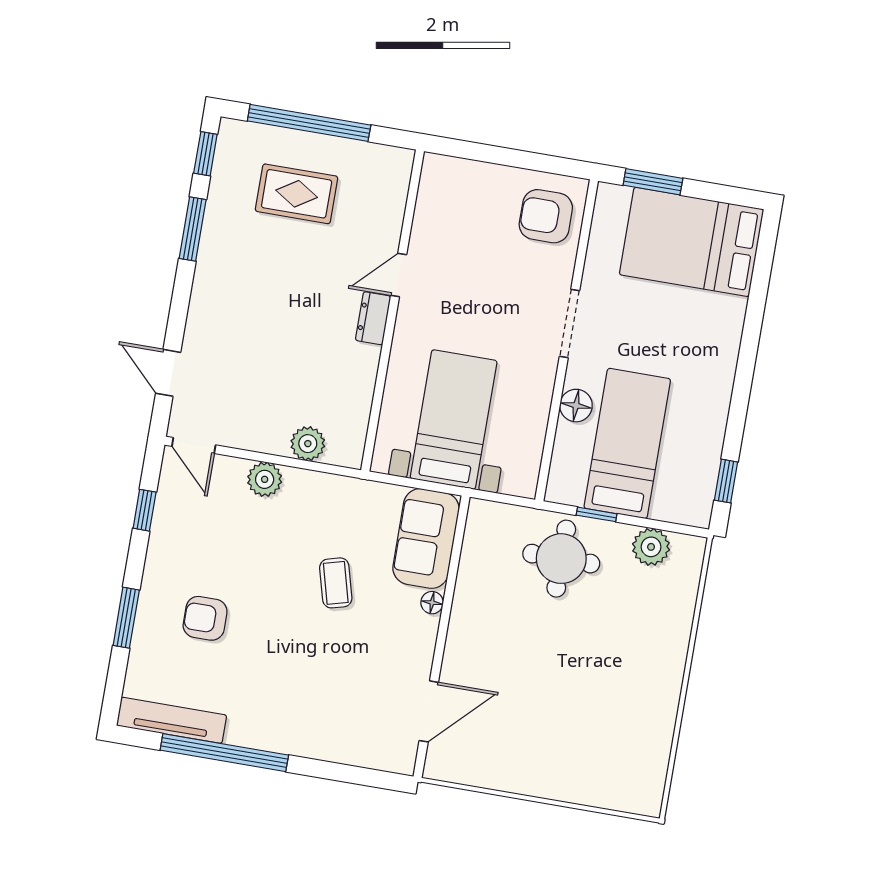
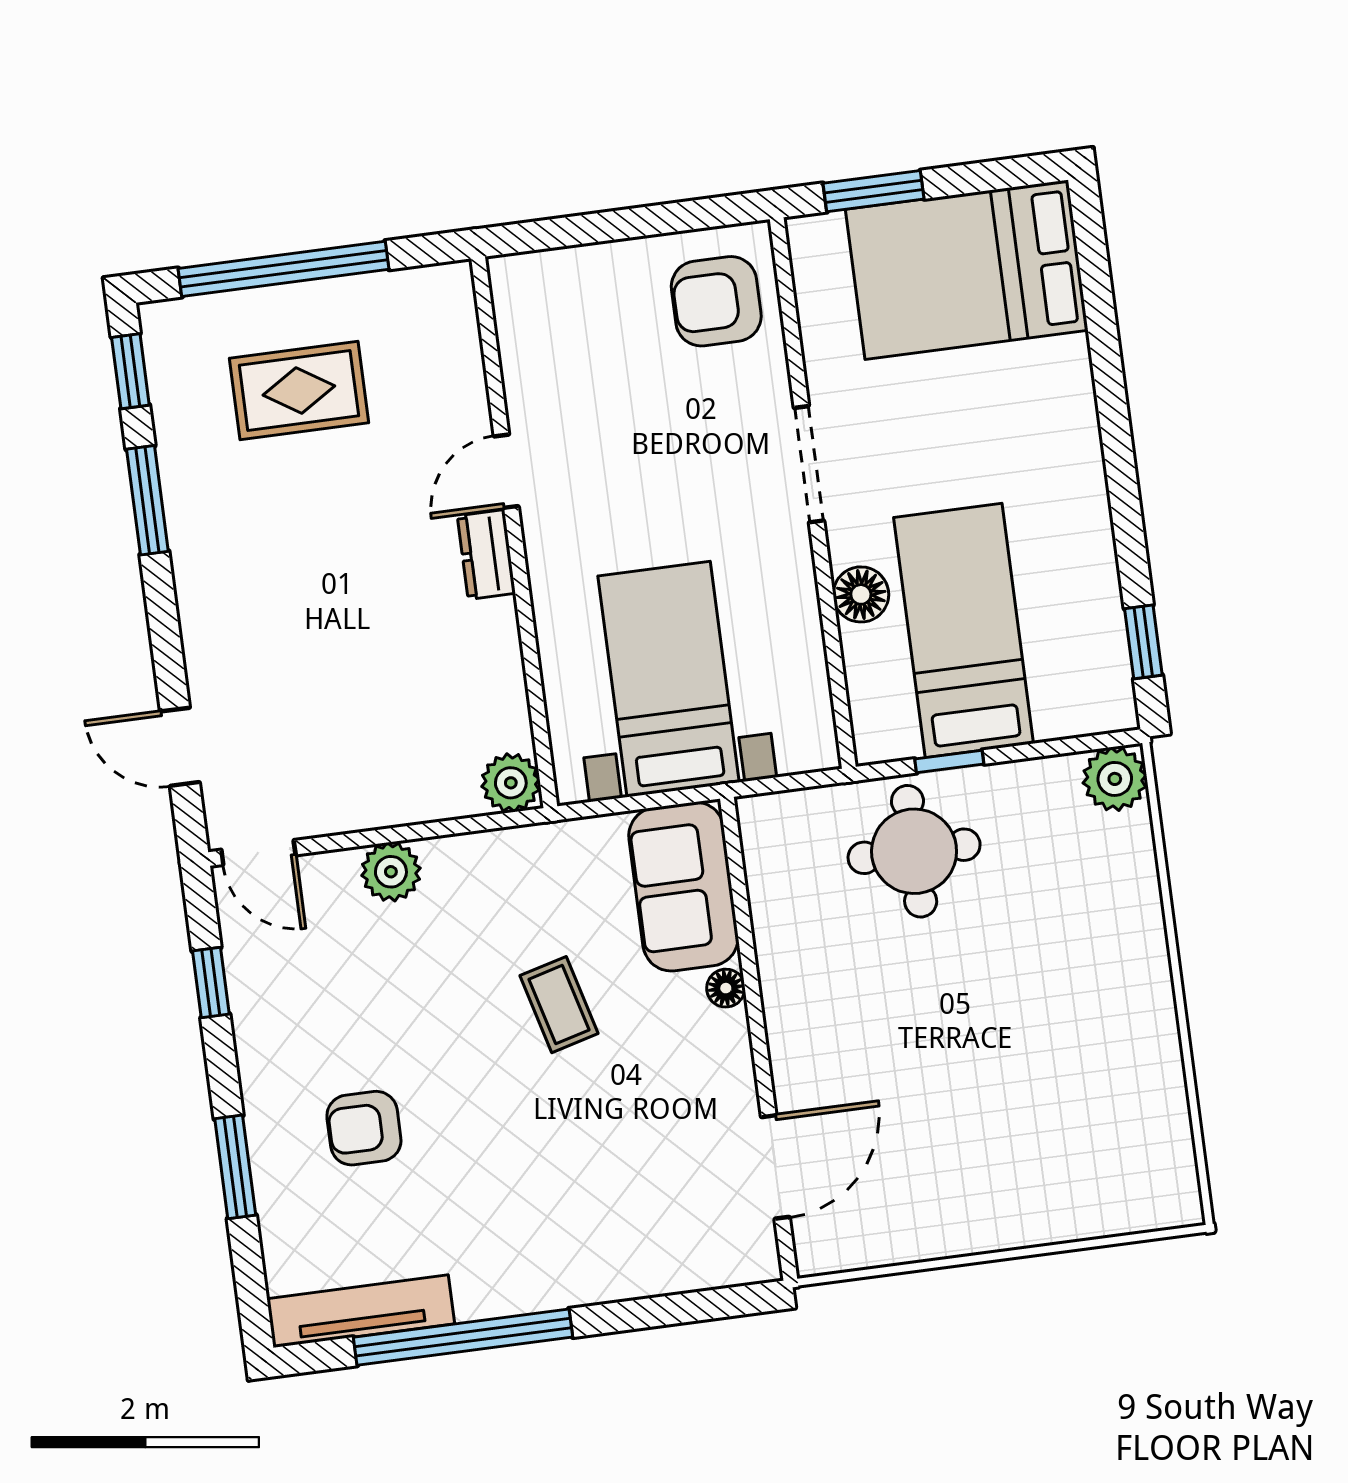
plant: (308, 444) -> (511, 783), moved
plant: (651, 547) -> (1115, 779), moved

